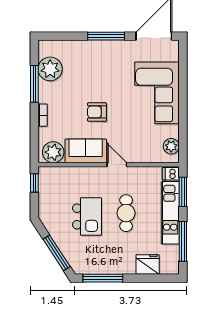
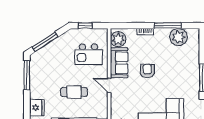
door: (117, 165) -> (109, 85), swing flipped
window: (34, 183) -> (85, 26), moved
kitchen island: (87, 216) -> (88, 54), moved

